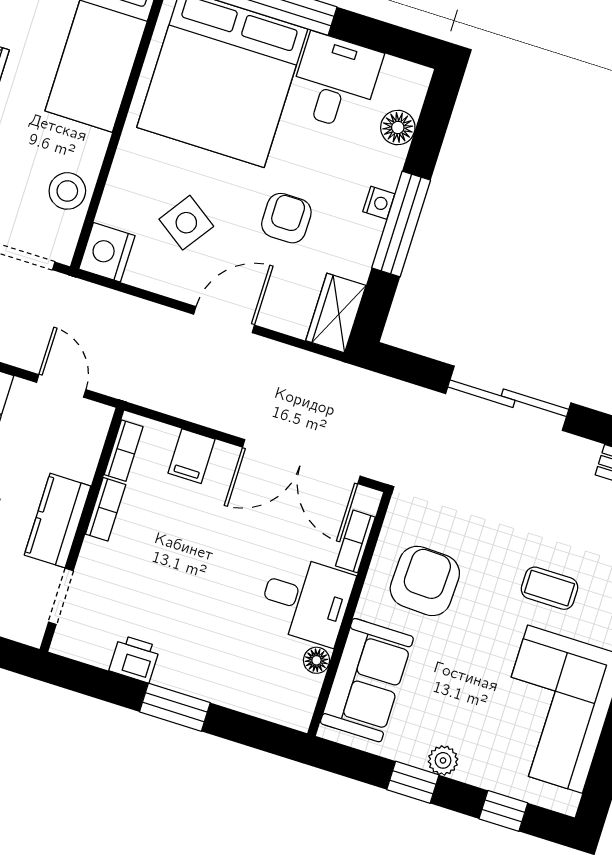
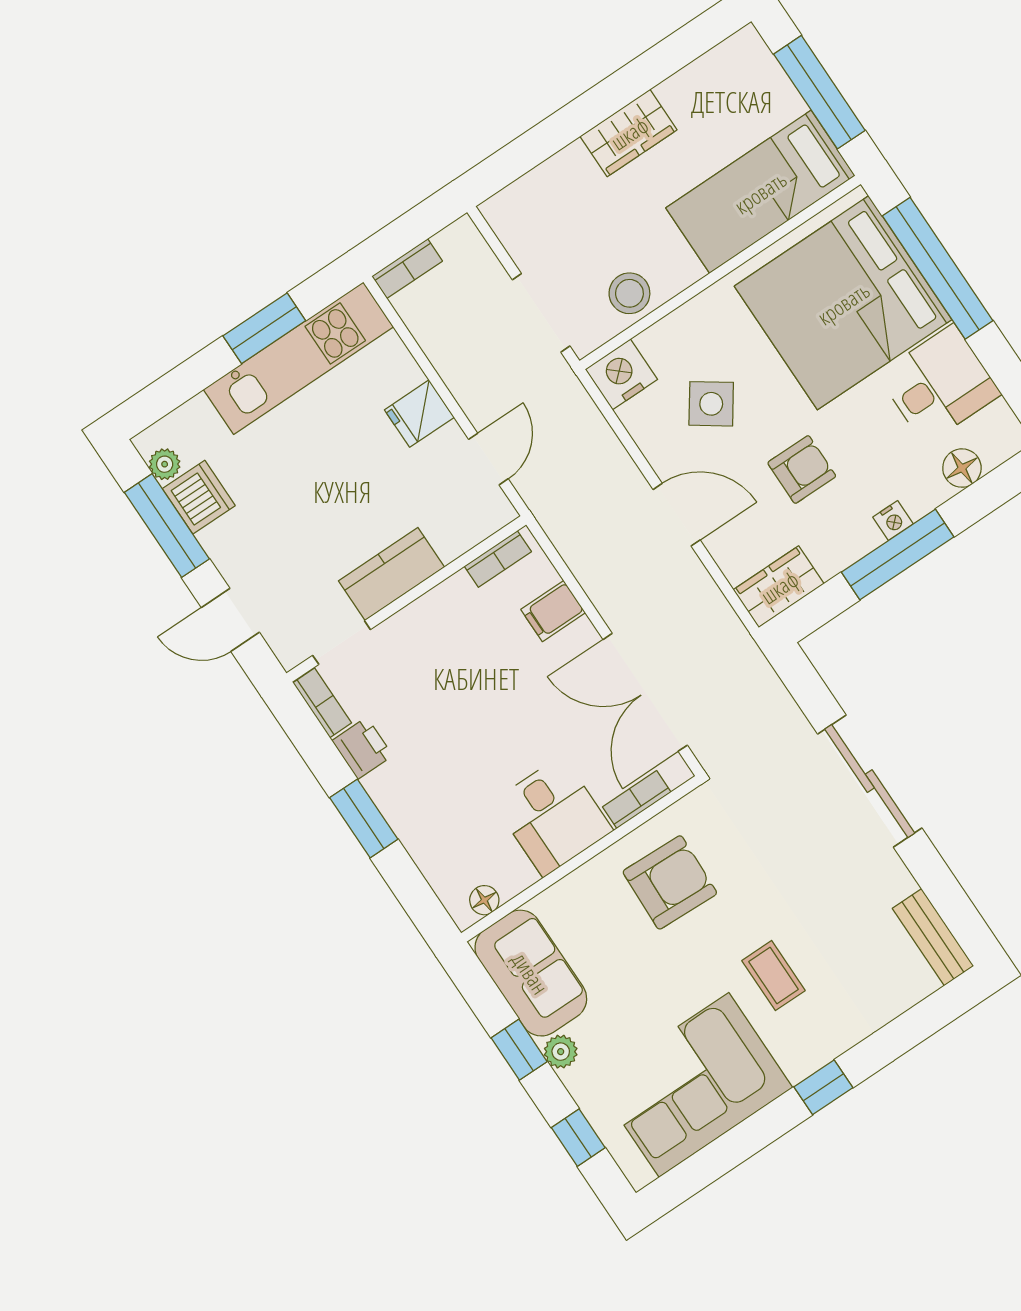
bookcase: (106, 509) -> (322, 703), moved, turned -90
floor lamp: (316, 660) -> (484, 900), moved
sofa: (367, 680) -> (531, 973), moved, turned -90

